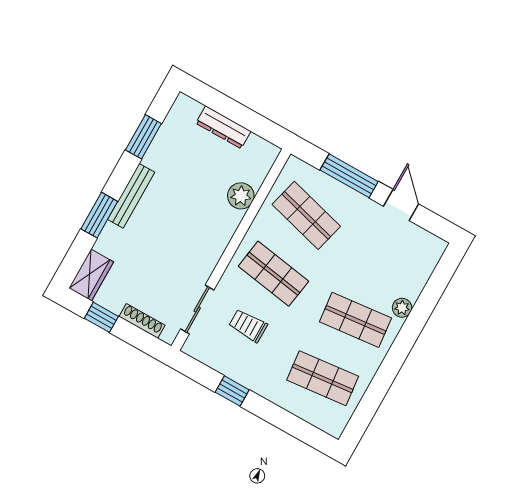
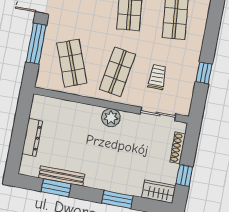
bench: (131, 196) -> (62, 176), moved
plant: (241, 196) -> (111, 118), moved
shop shelf: (306, 215) -> (72, 63), turned -36
trolley: (248, 326) -> (157, 77), turned 180

